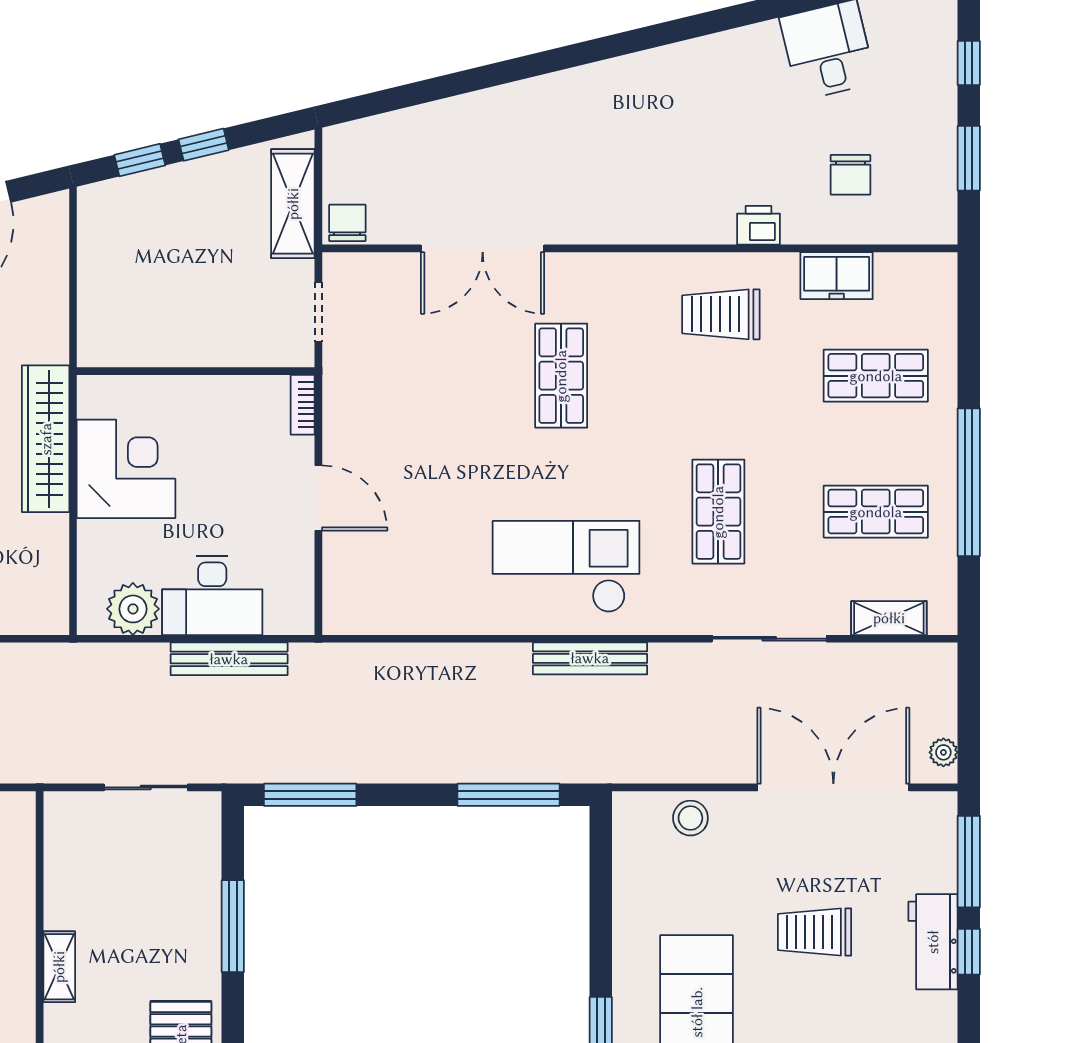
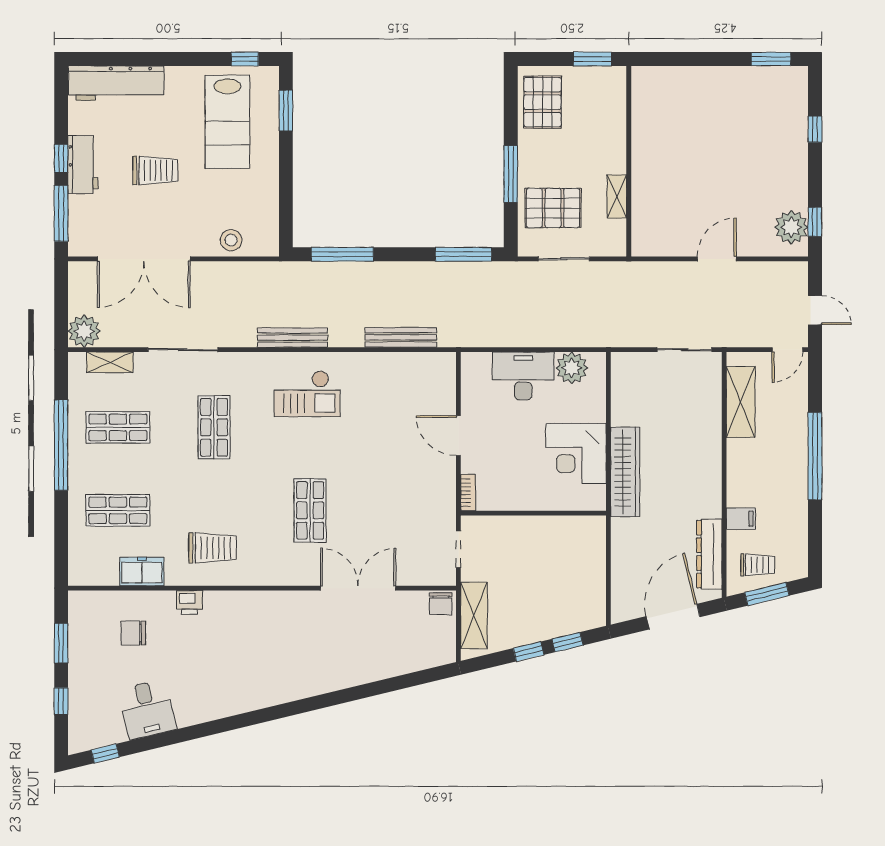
chair: (851, 175) -> (133, 633), turned -90
checkout: (566, 567) -> (307, 394), width x0.73, depth x0.83
bench: (229, 659) -> (401, 337), moved
plant: (943, 752) -> (84, 331), moved, width x1.88, depth x1.88
pallet: (164, 871) -> (553, 208), added
shelving: (59, 967) -> (617, 196), moved

